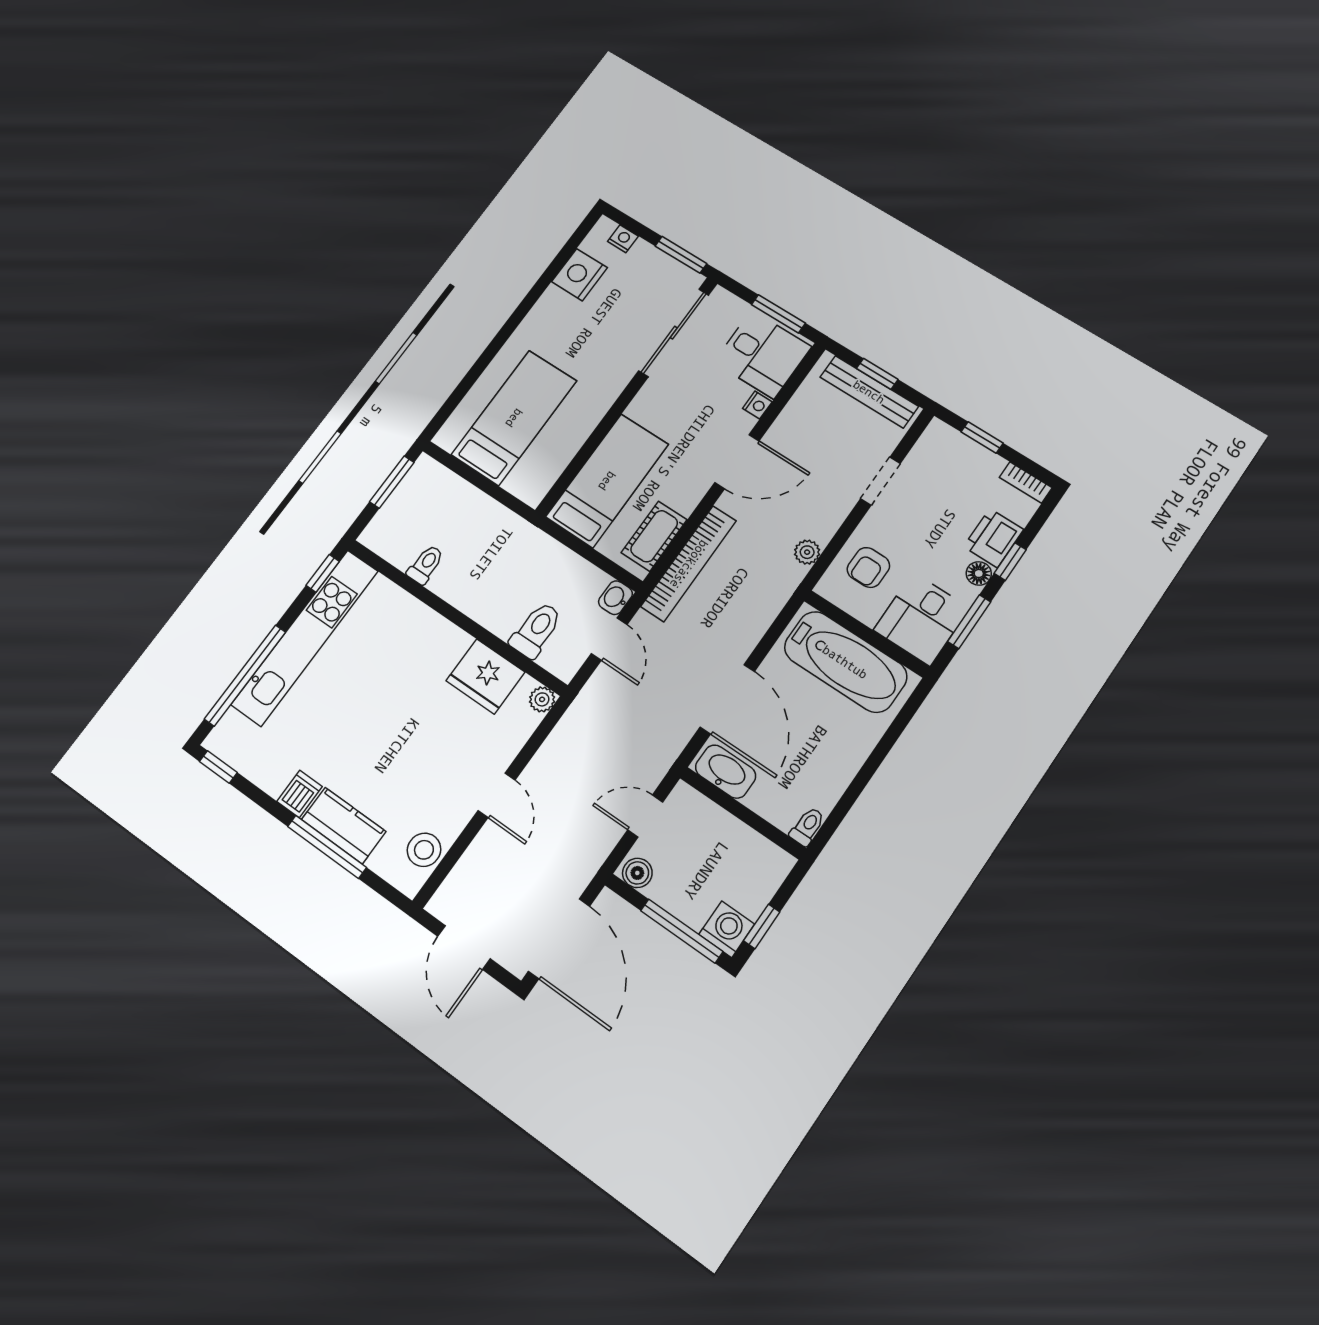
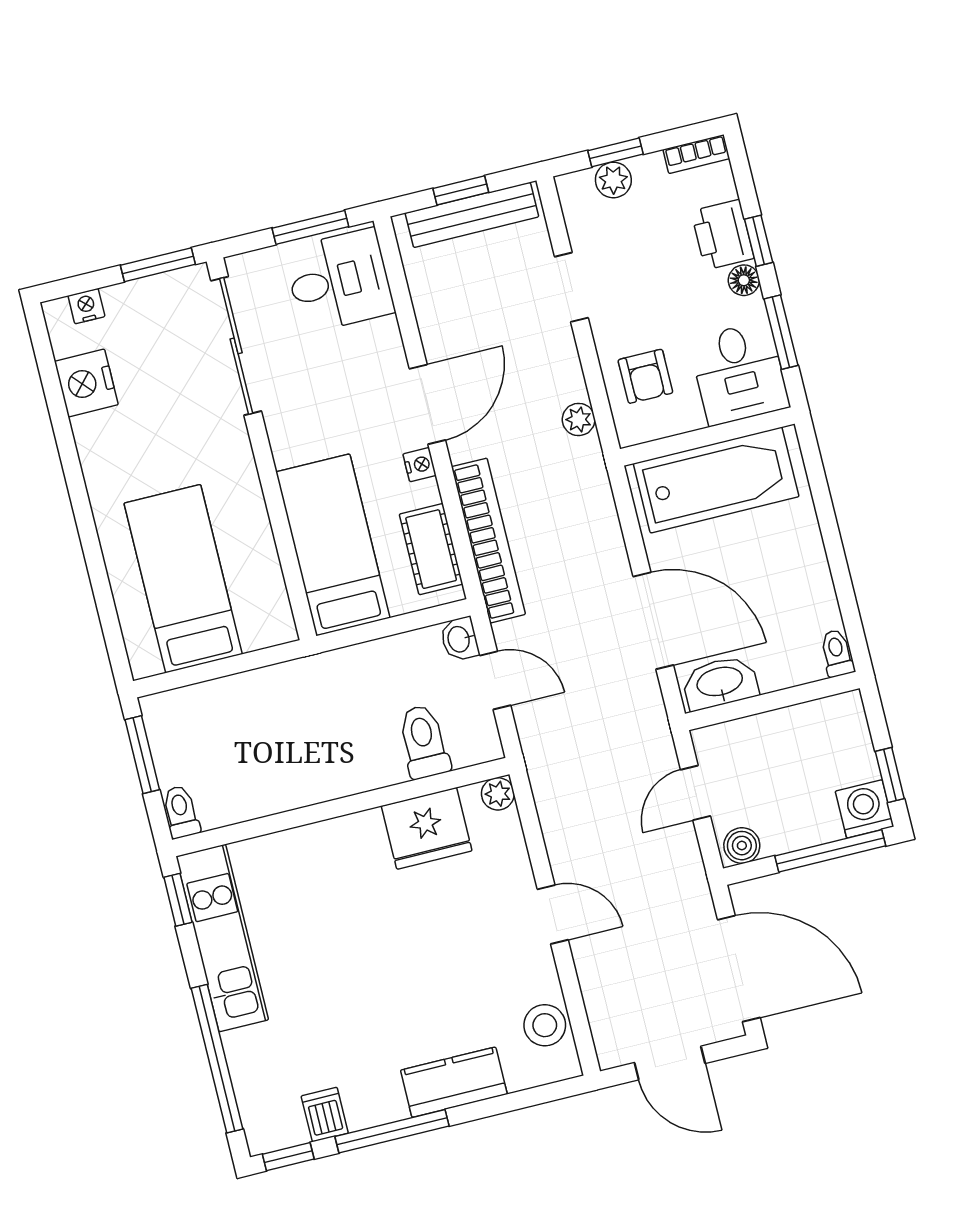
nightstand: (757, 405) -> (420, 465), moved
plant: (965, 450) -> (613, 180), added
toilet: (426, 565) -> (181, 812), moved
kitchen unit: (305, 638) -> (222, 938), width x0.73
dishwasher: (299, 794) -> (325, 1115), moved
window: (327, 847) -> (392, 1131), moved

